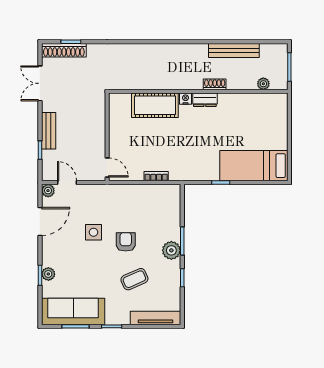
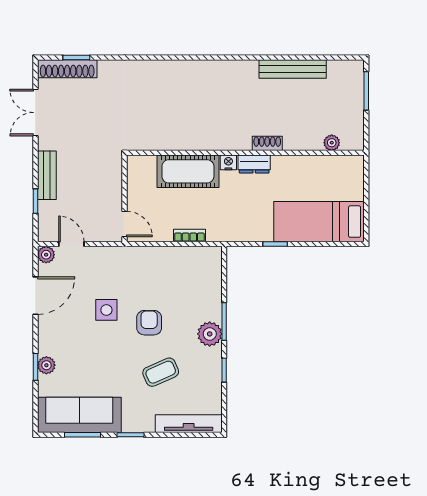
shoe rack: (215, 84) -> (267, 143), moved
plant: (263, 84) -> (332, 143), moved
wall: (198, 91) -> (245, 153), moved
nightstand: (185, 99) -> (228, 162), moved
dresser: (205, 100) -> (254, 164), moved
cot: (155, 105) -> (188, 171), moved

